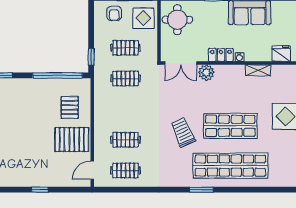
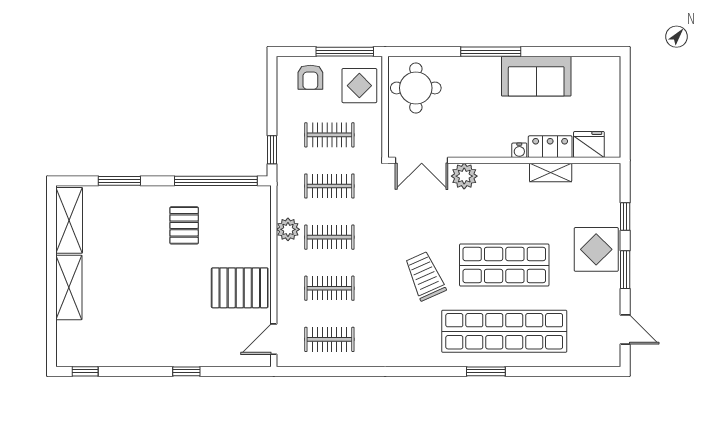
locker: (221, 55) -> (550, 147), moved
plant: (101, 105) -> (288, 229), added
pallet: (70, 107) -> (184, 225), moved
clothes rail: (126, 109) -> (329, 237), added
window: (202, 190) -> (486, 371), moved

